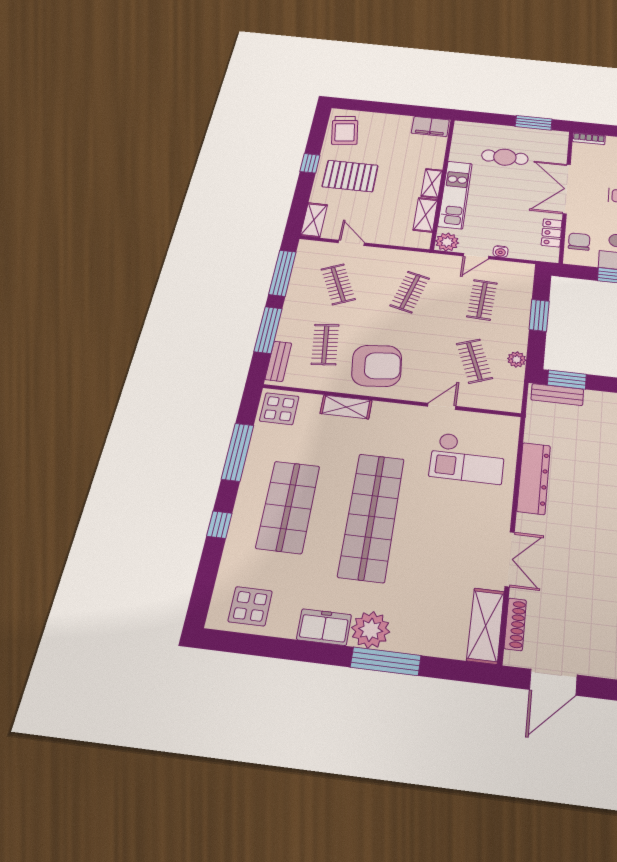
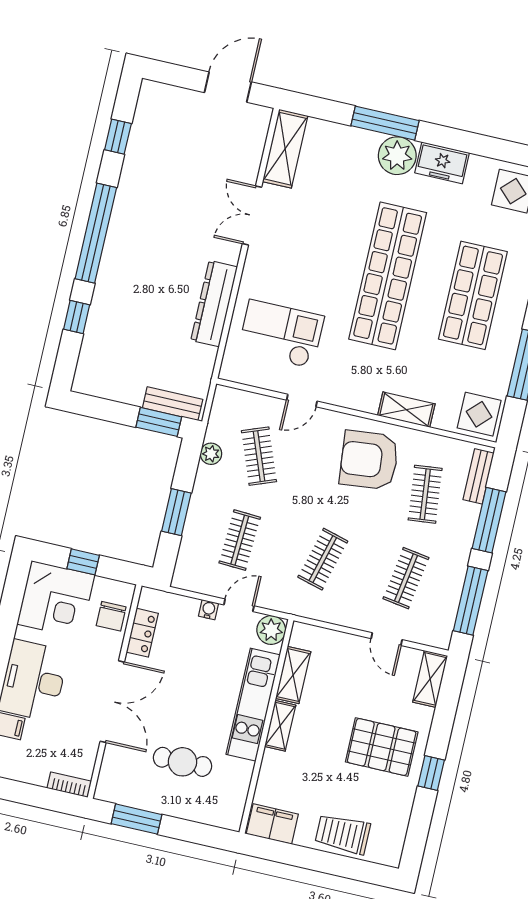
trolley: (345, 130) -> (343, 834), moved, turned -82
clothes rail: (338, 284) -> (406, 578), turned 33
shoe rack: (515, 624) -> (256, 147), removed

